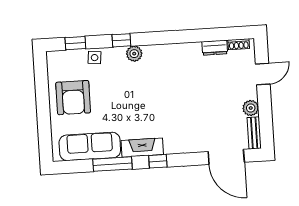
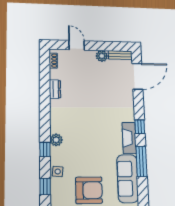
dresser: (215, 48) -> (55, 89), moved

